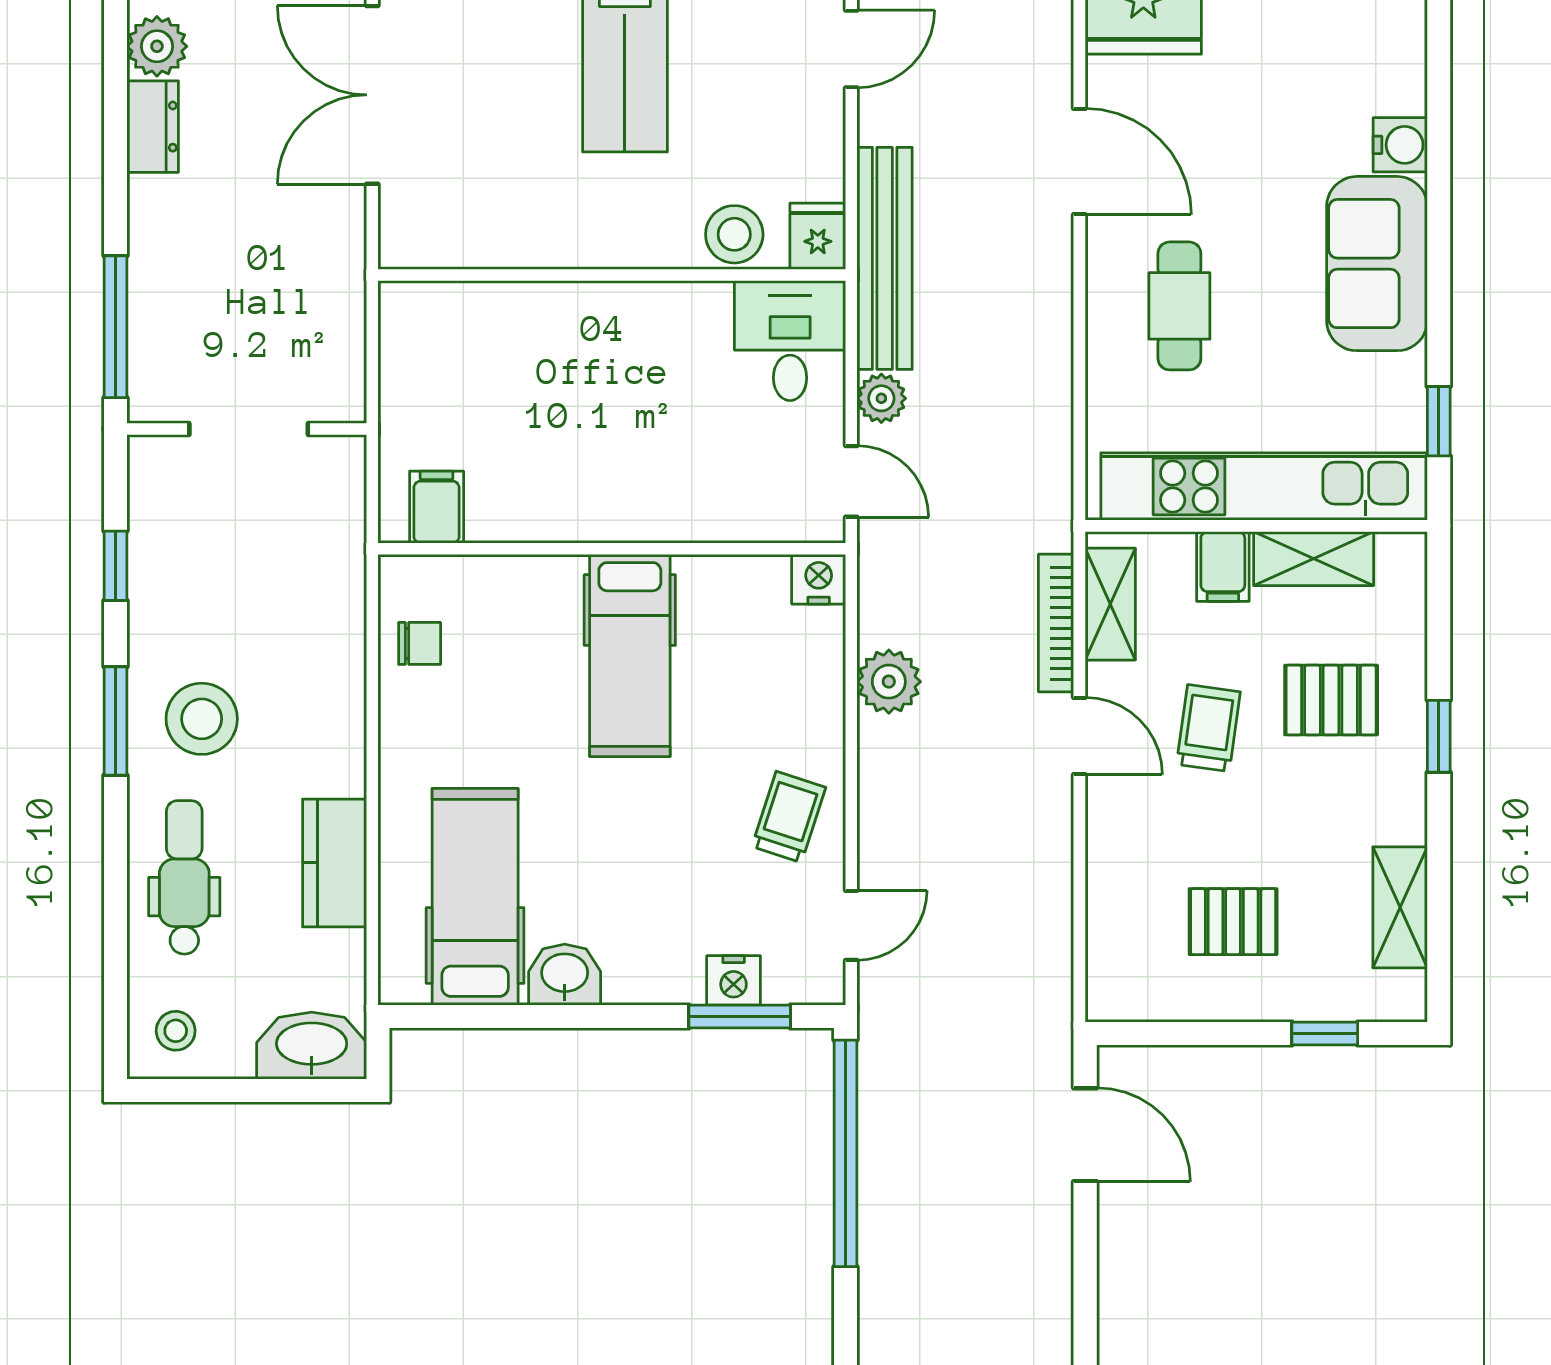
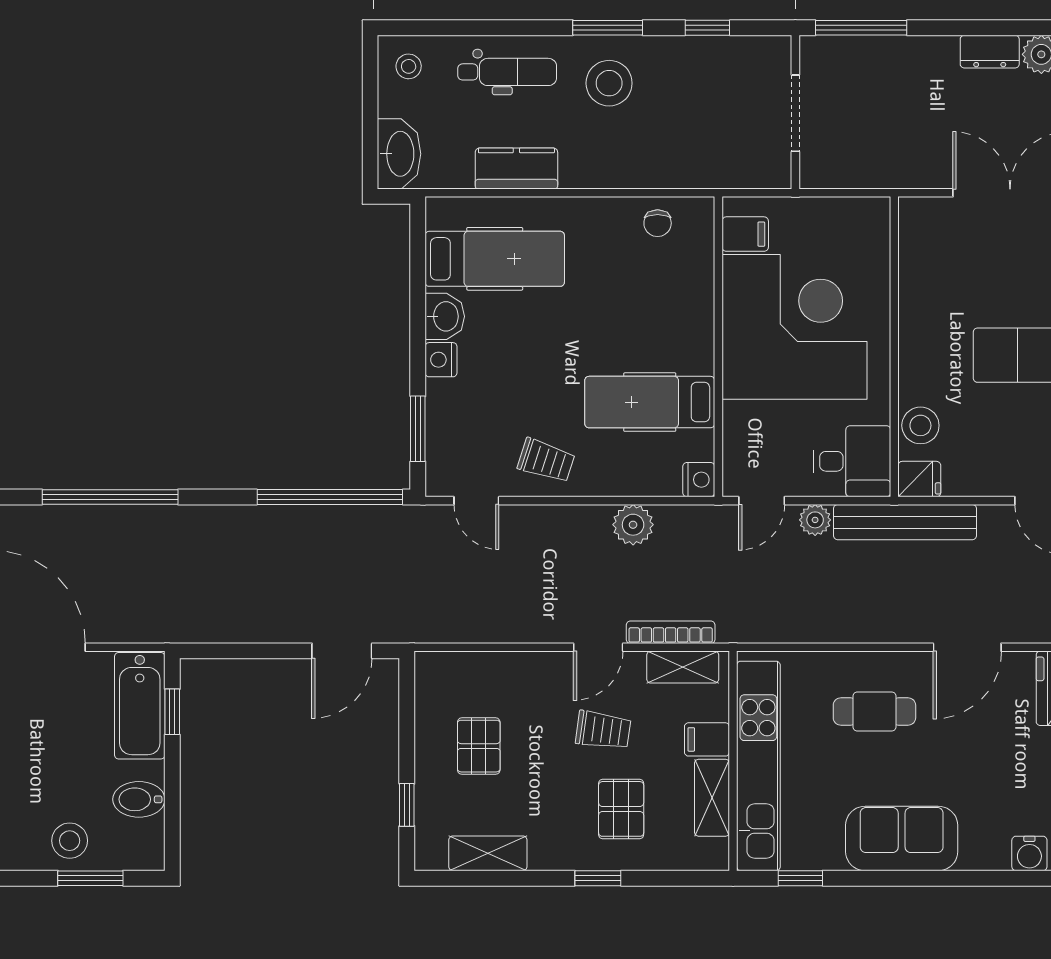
water cooler: (1400, 145) -> (1029, 853), moved
corner desk: (581, 430) -> (795, 327), added
hospital bed: (630, 656) -> (650, 402), moved
nightstand: (734, 980) -> (441, 360), moved

